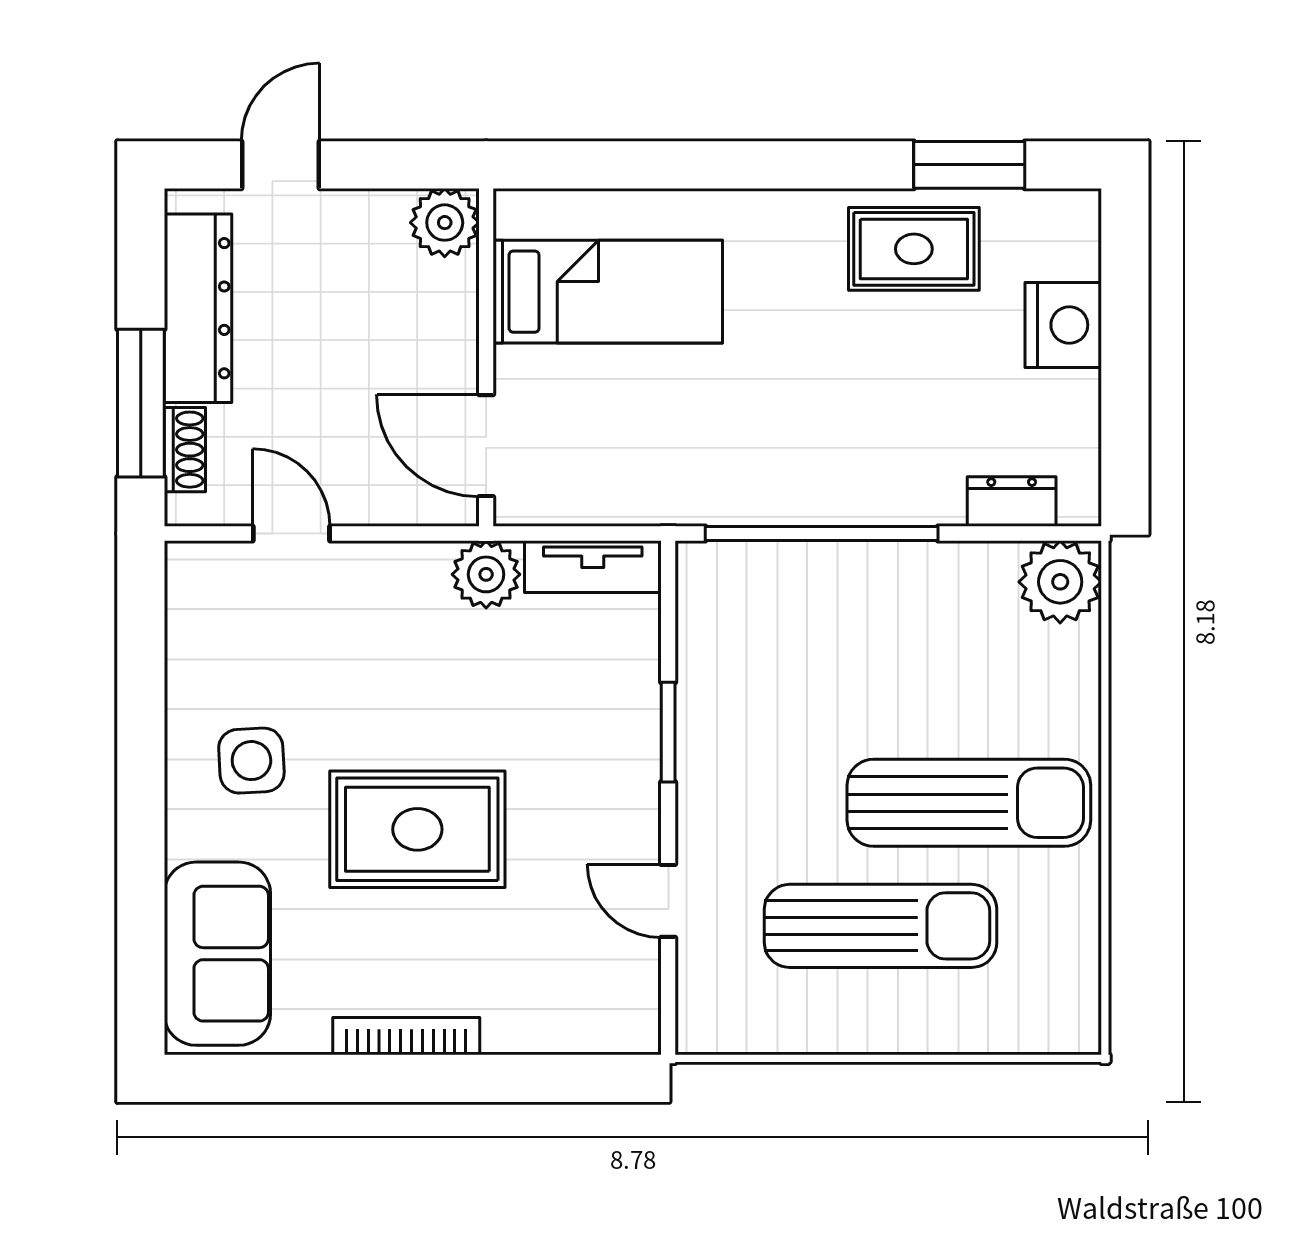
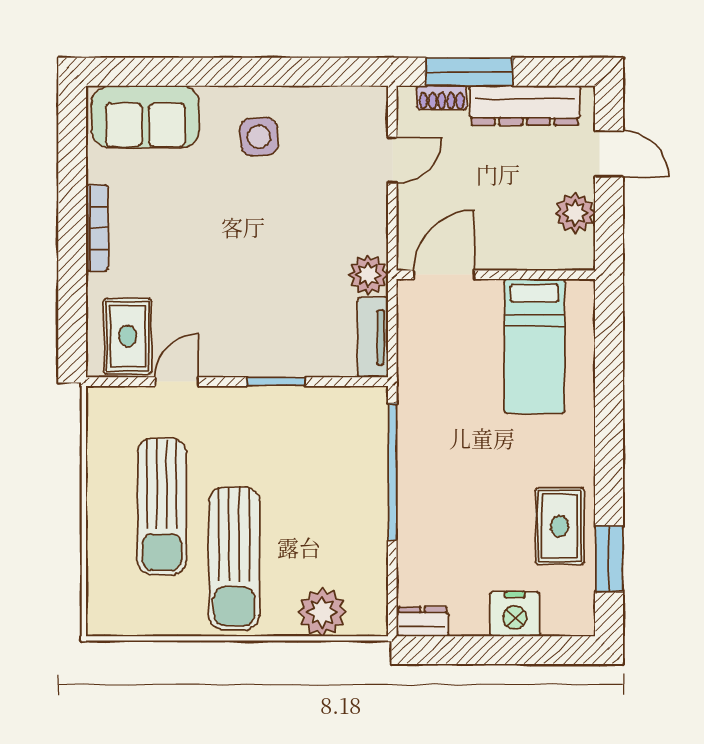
plant: (445, 223) -> (575, 213), moved
dresser: (1012, 502) -> (423, 622), moved, turned -90
plant: (1060, 582) -> (322, 612), moved
rug: (417, 829) -> (128, 336), moved, width x0.73, depth x0.70

